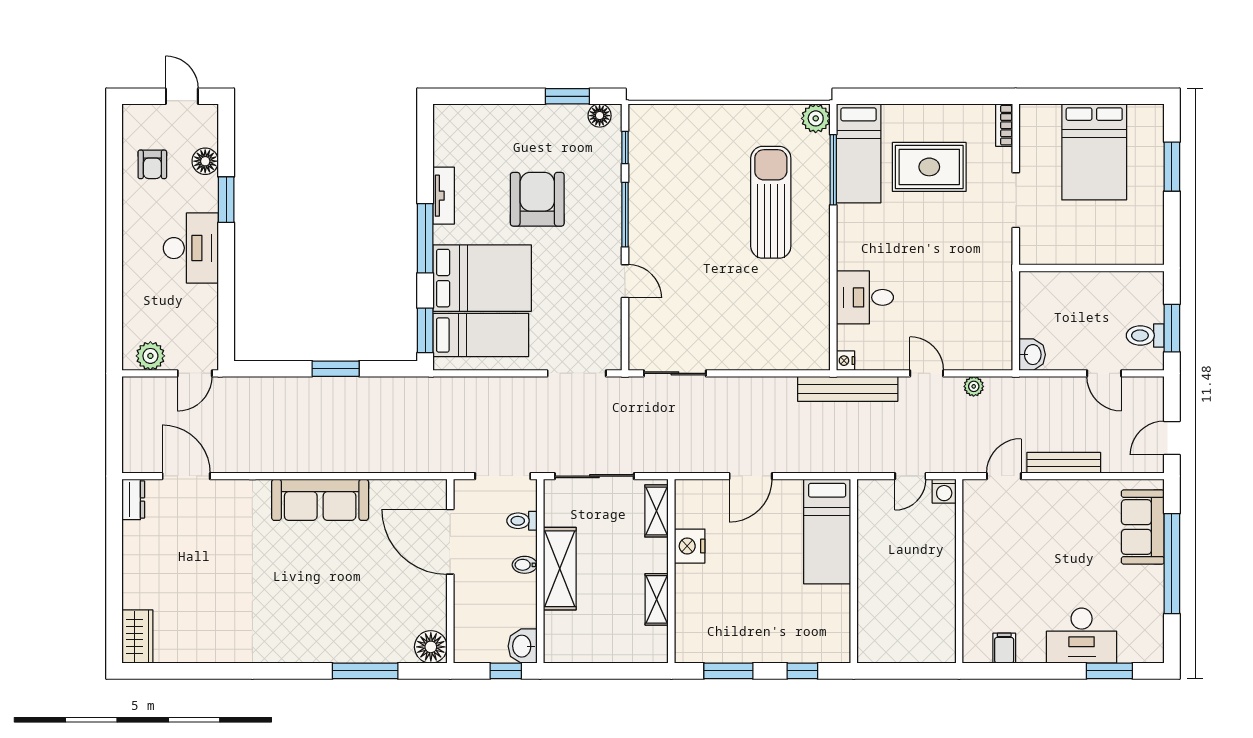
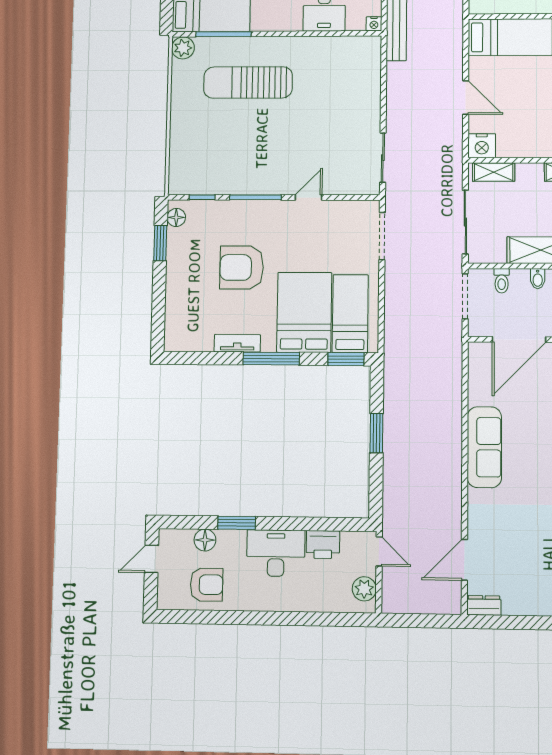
armchair: (152, 164) -> (206, 585), width x1.38, depth x1.38
printer: (202, 305) -> (323, 545), added
nightstand: (690, 546) -> (482, 146), moved

